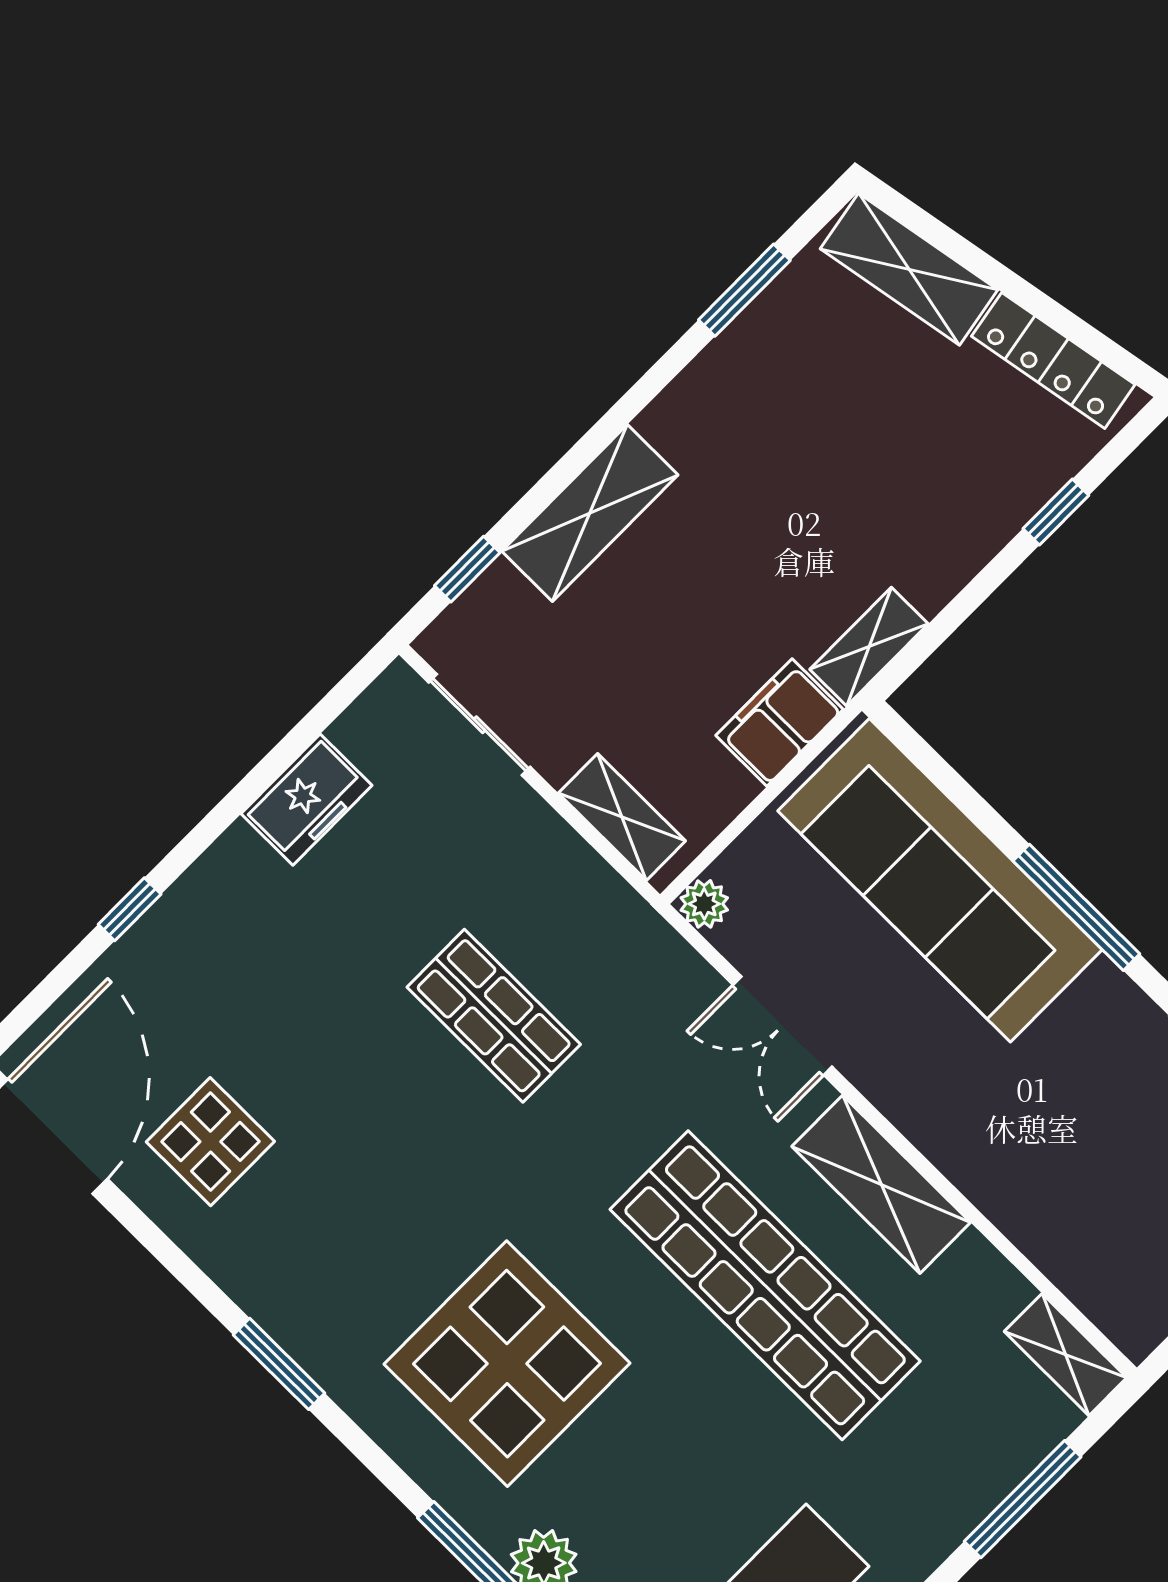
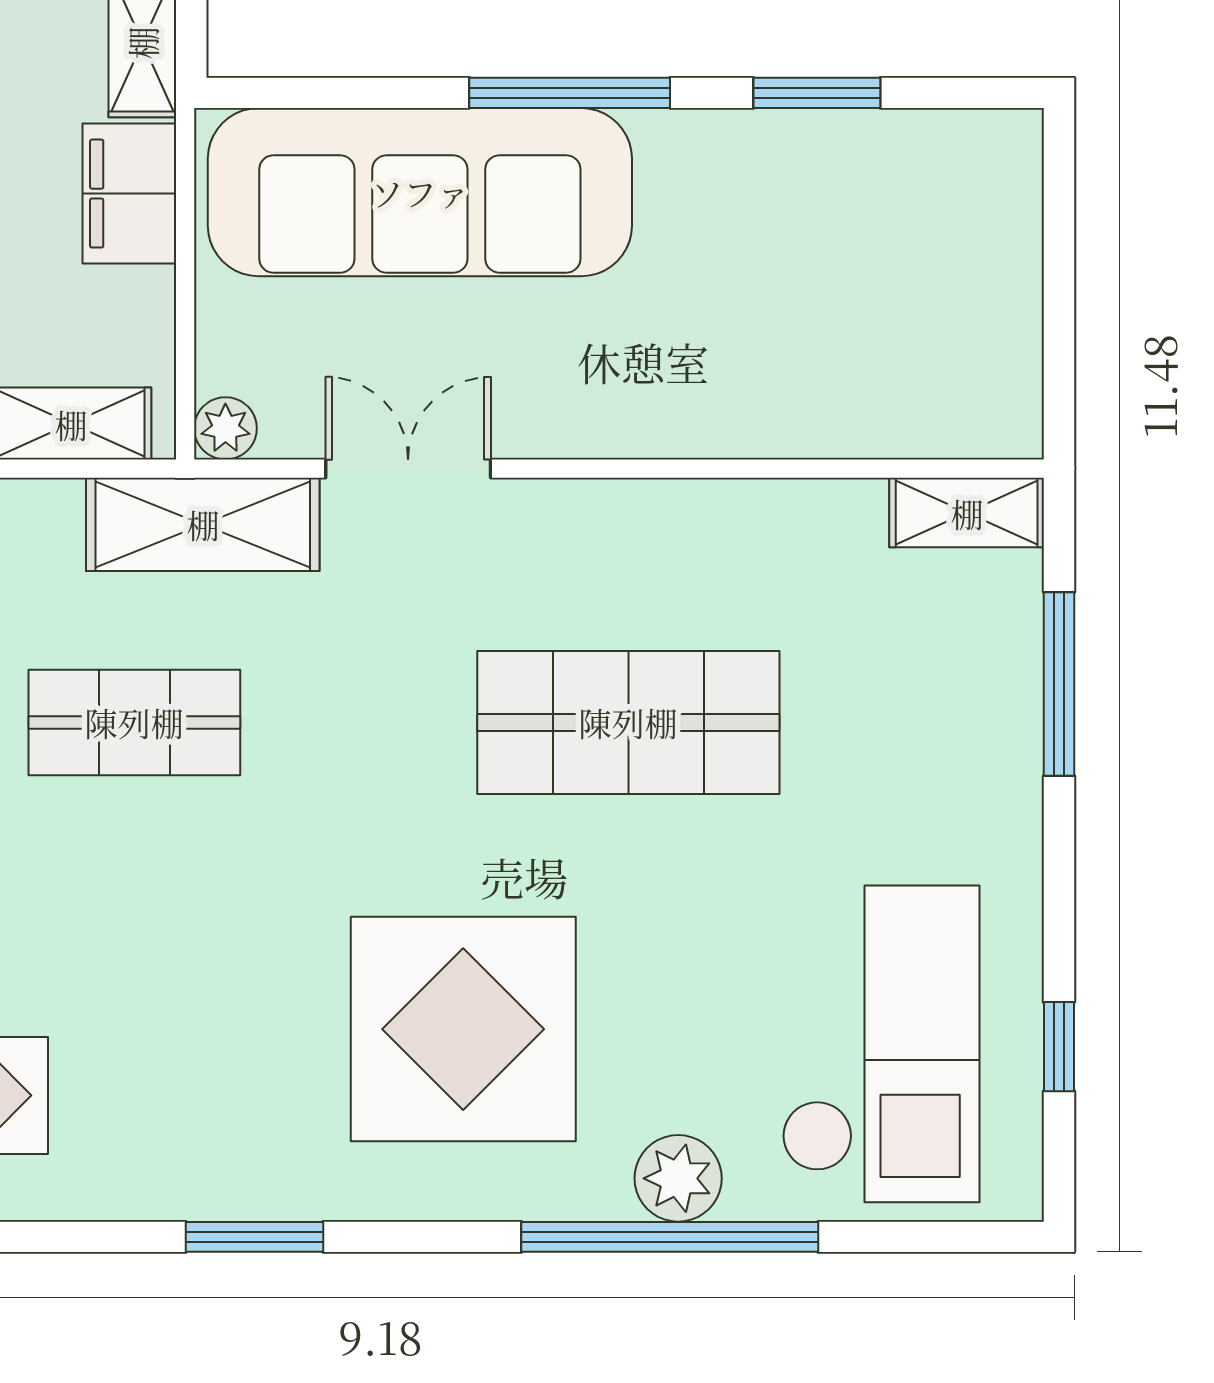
double door: (783, 1026) -> (408, 469), swing flipped
shelving: (881, 1184) -> (203, 524), moved
shop shelf: (765, 1285) -> (628, 722), width x0.71

